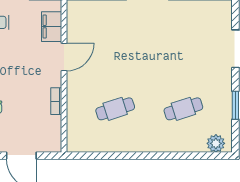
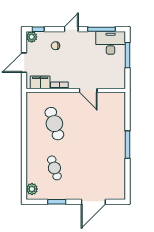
filing cabinet: (52, 27) -> (40, 82), moved
cafe table: (115, 109) -> (54, 124), width x1.37, depth x1.35

